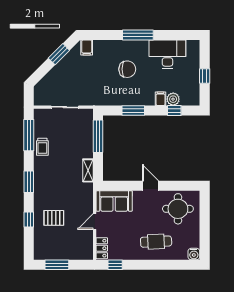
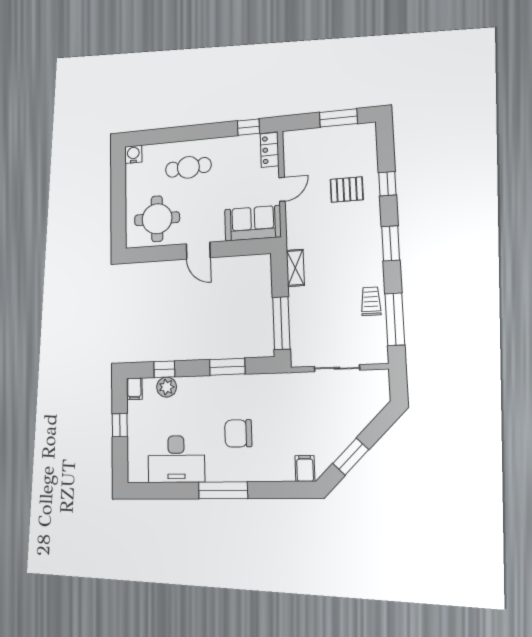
filing cabinet: (161, 99) -> (134, 389), moved

